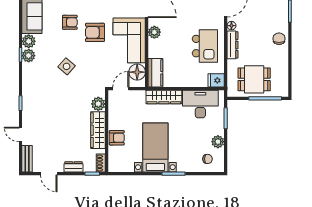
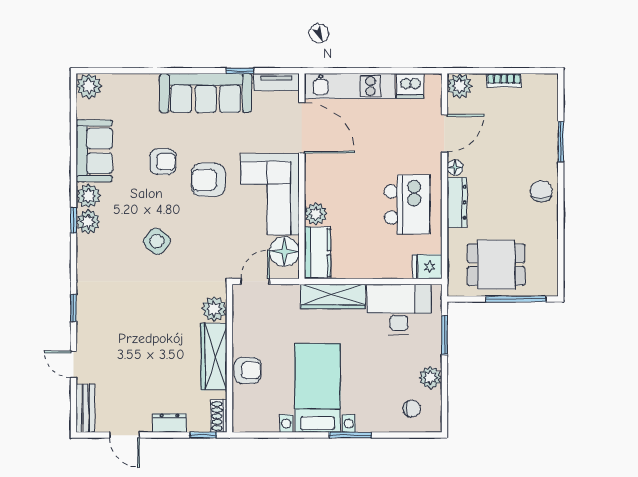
plant: (154, 32) -> (316, 214), moved

